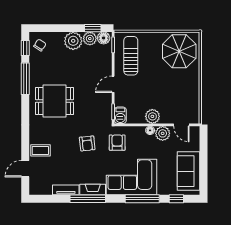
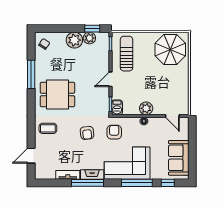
floor lamp: (104, 38) -> (102, 37), removed
window: (25, 48) -> (31, 47), removed
plant: (163, 133) -> (155, 124), removed
coffee table: (40, 150) -> (48, 128), moved

